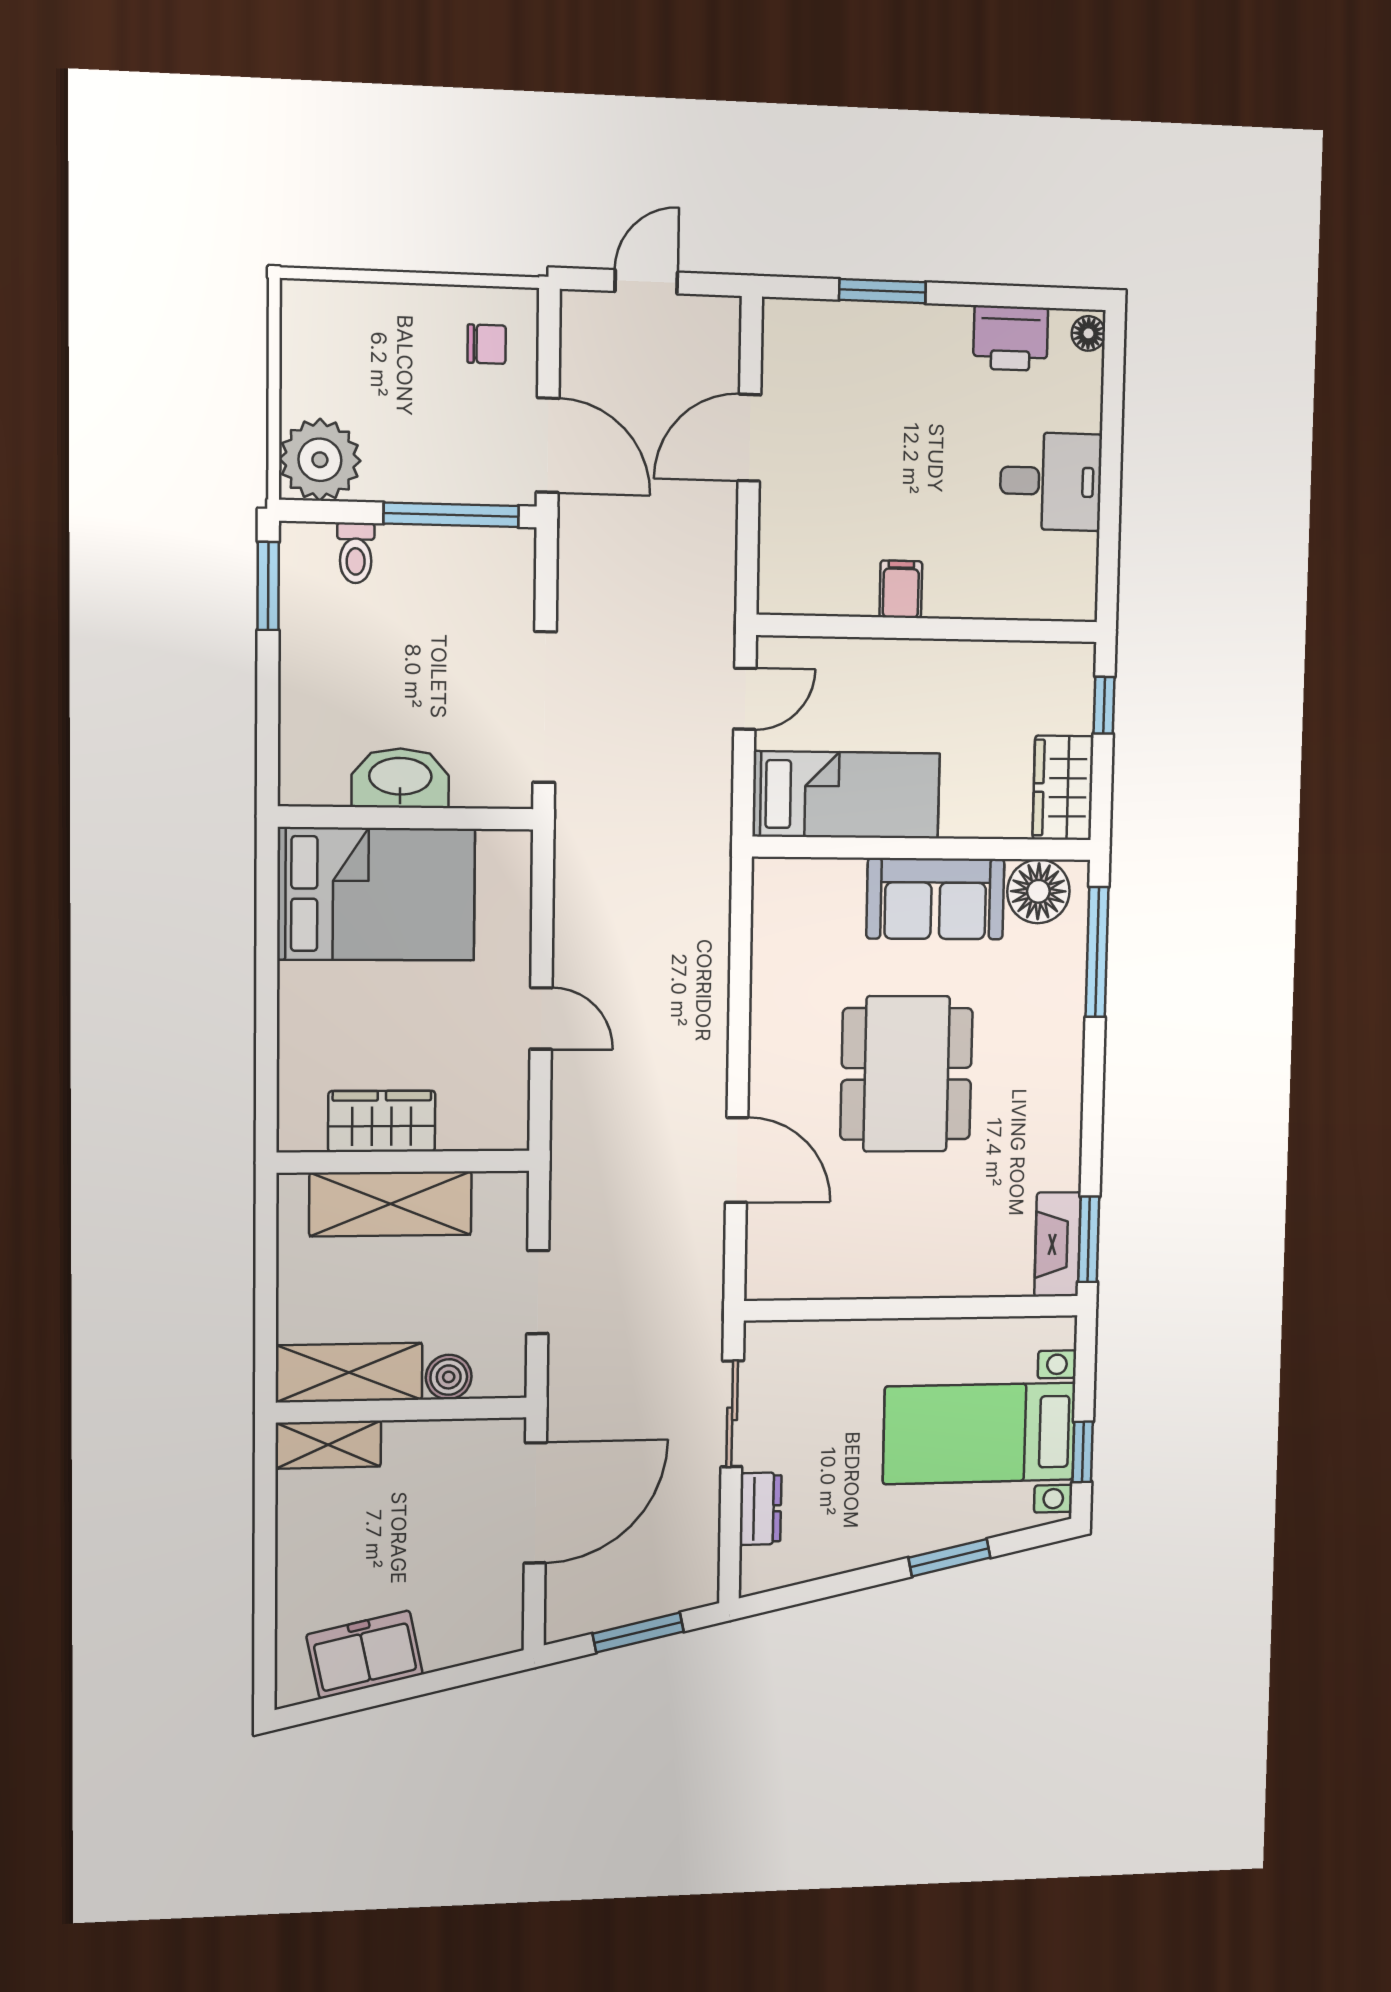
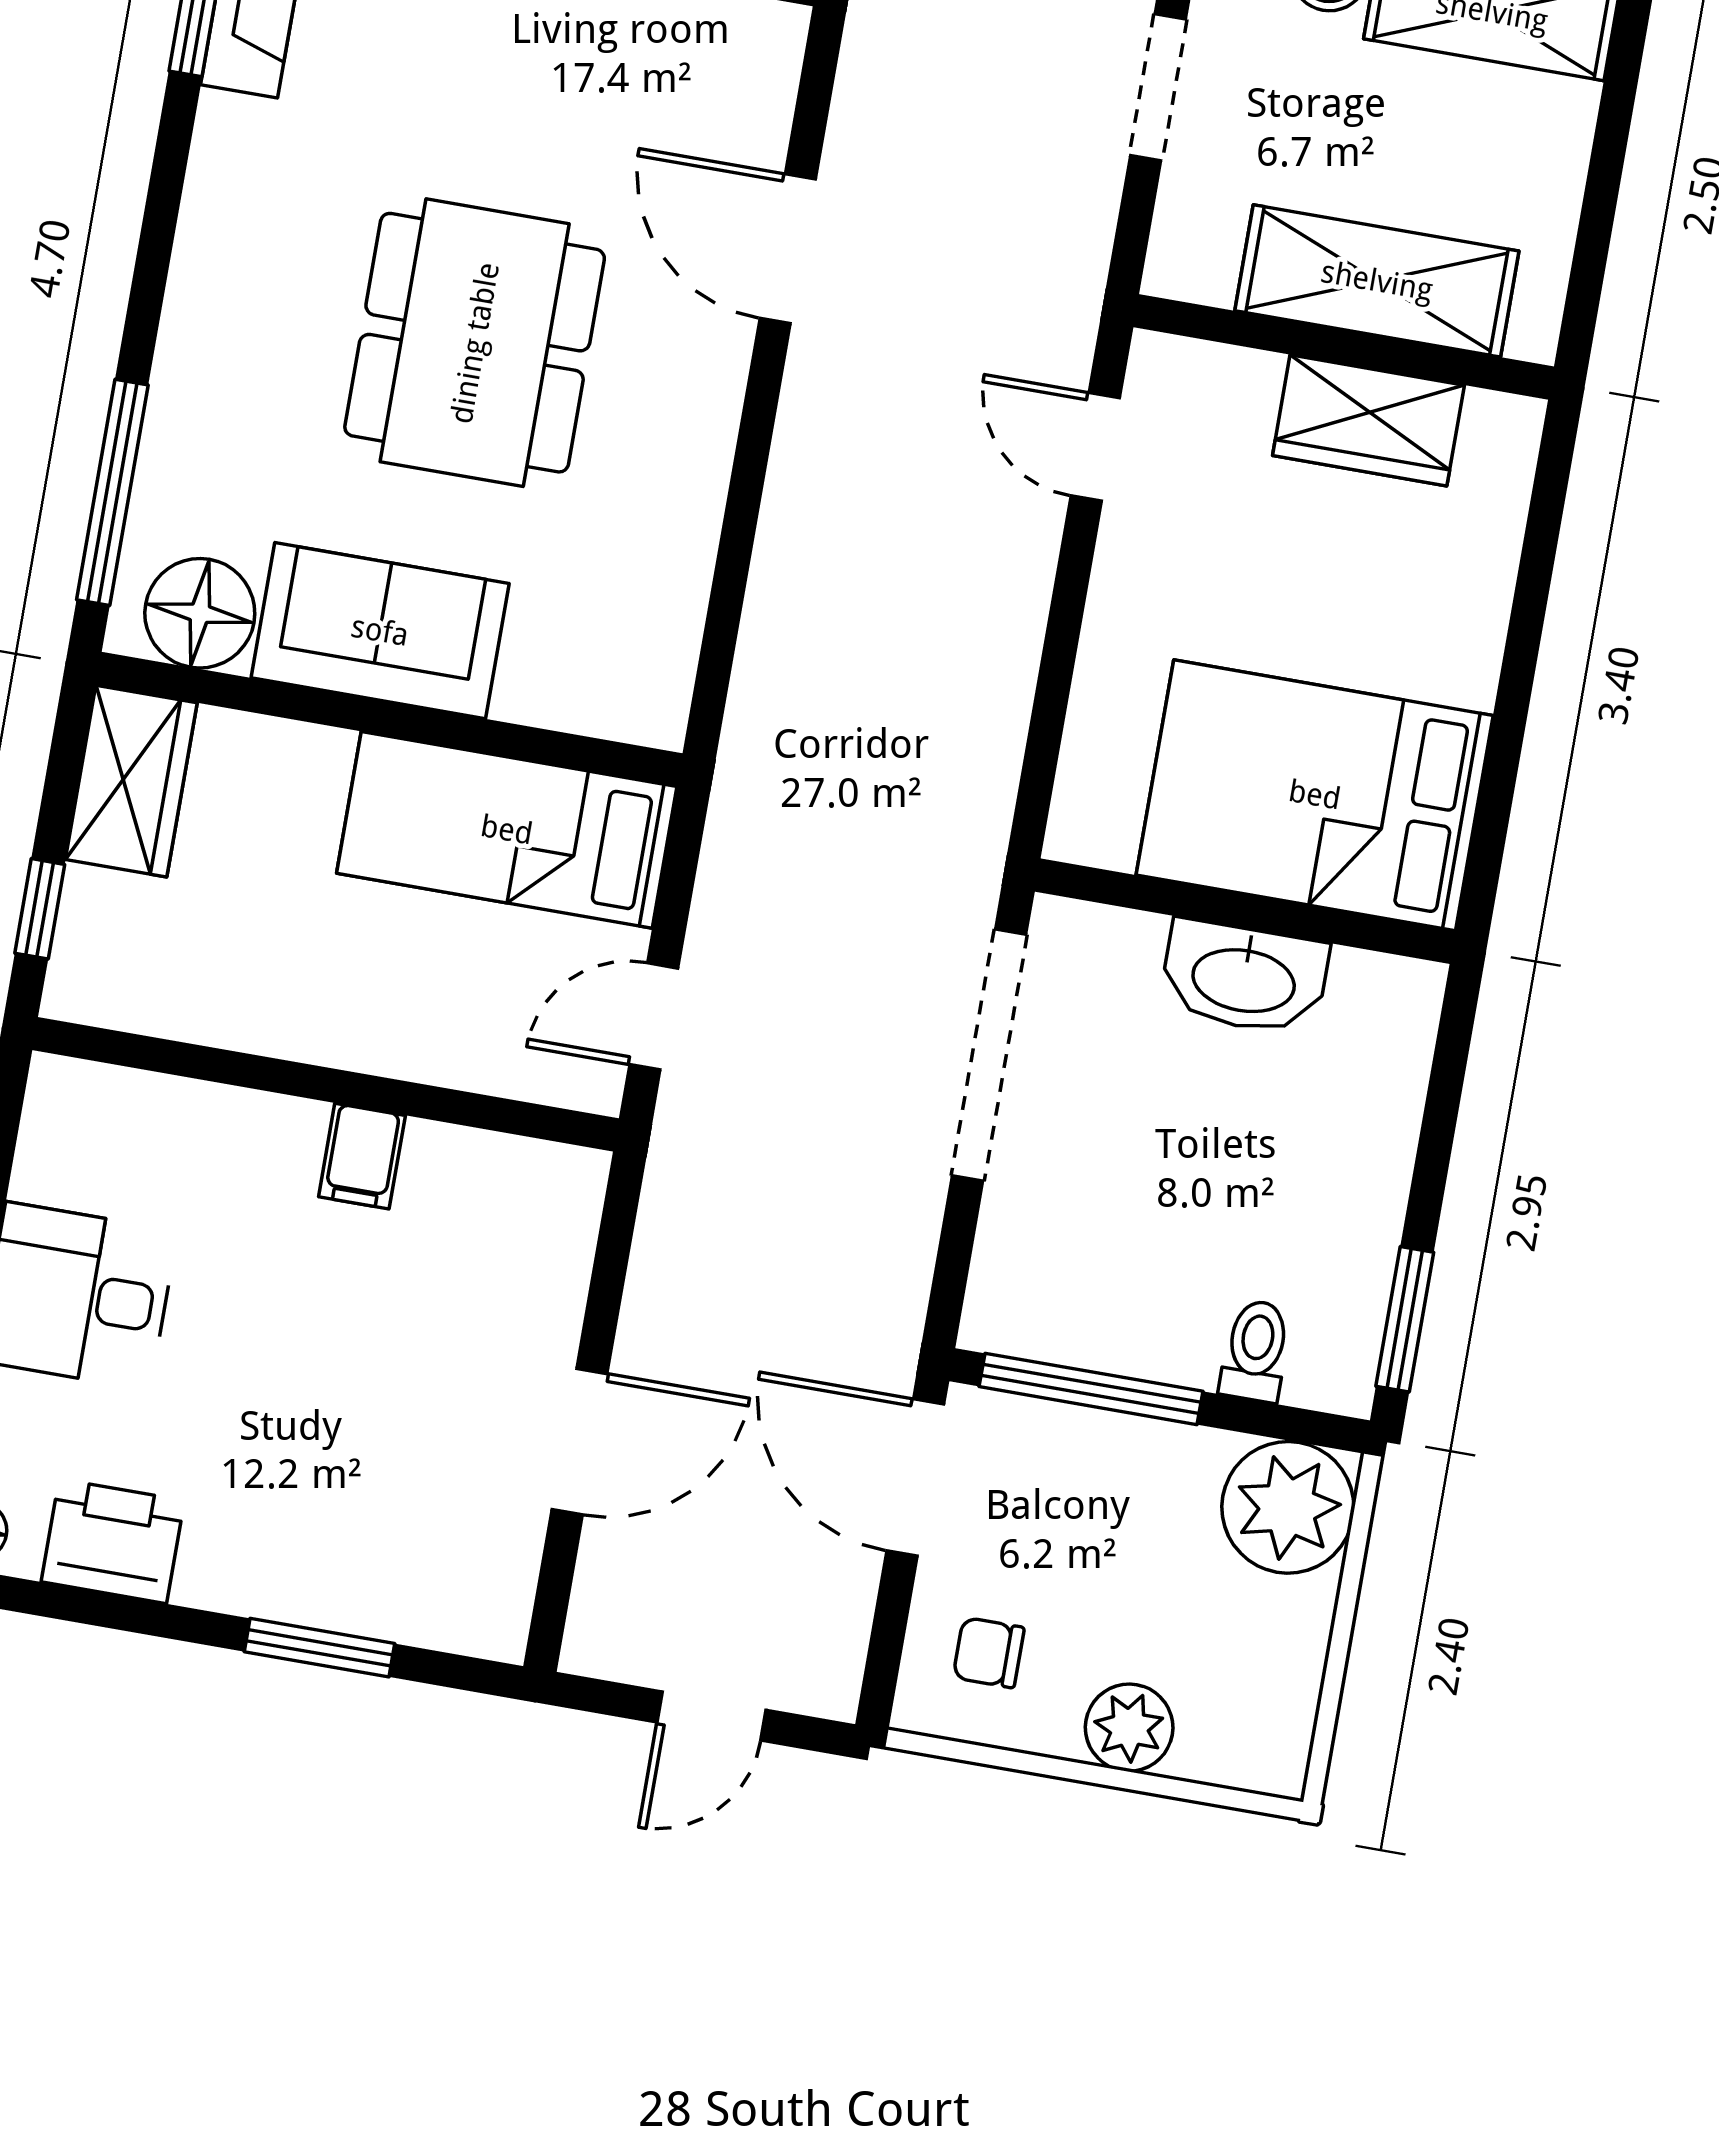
plant: (394, 310) -> (1129, 1728), added
door: (541, 1018) -> (1095, 447), moved

